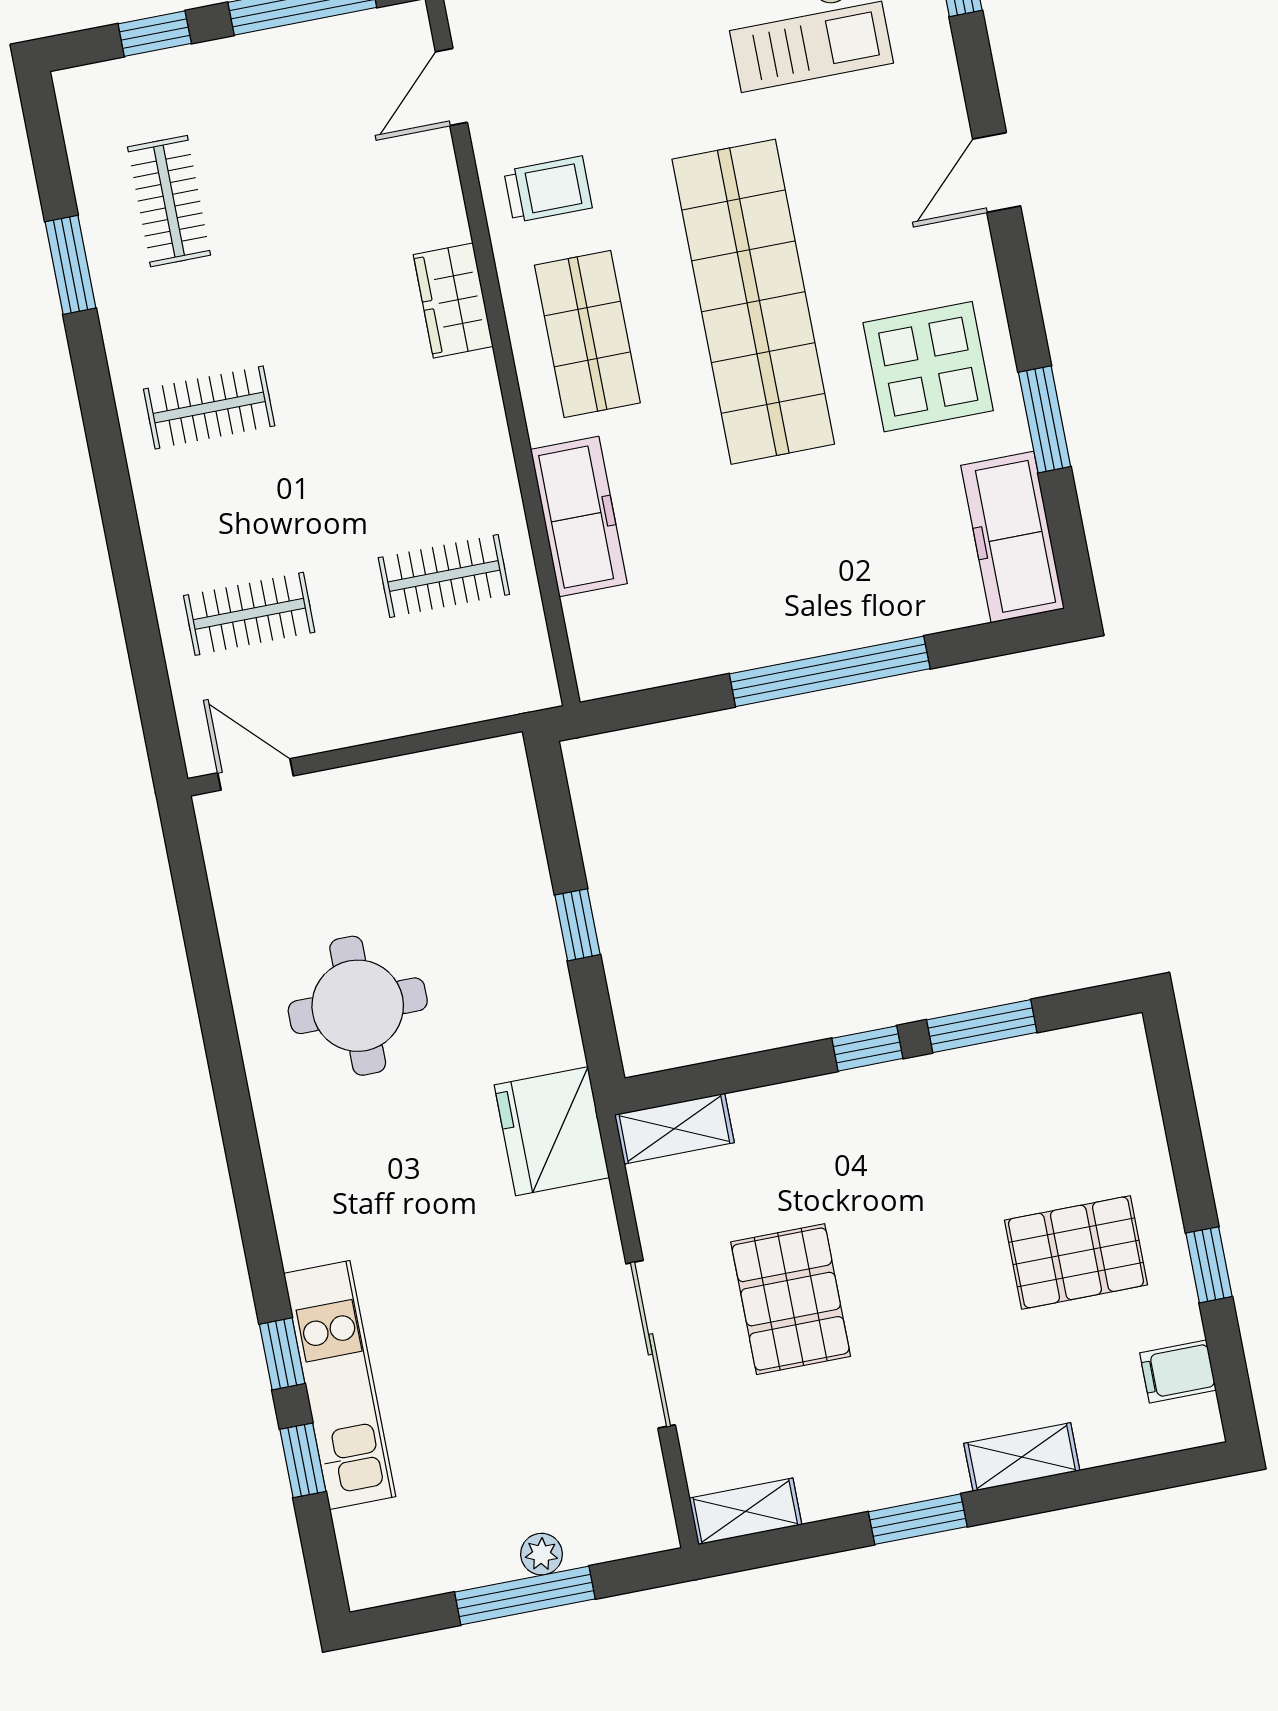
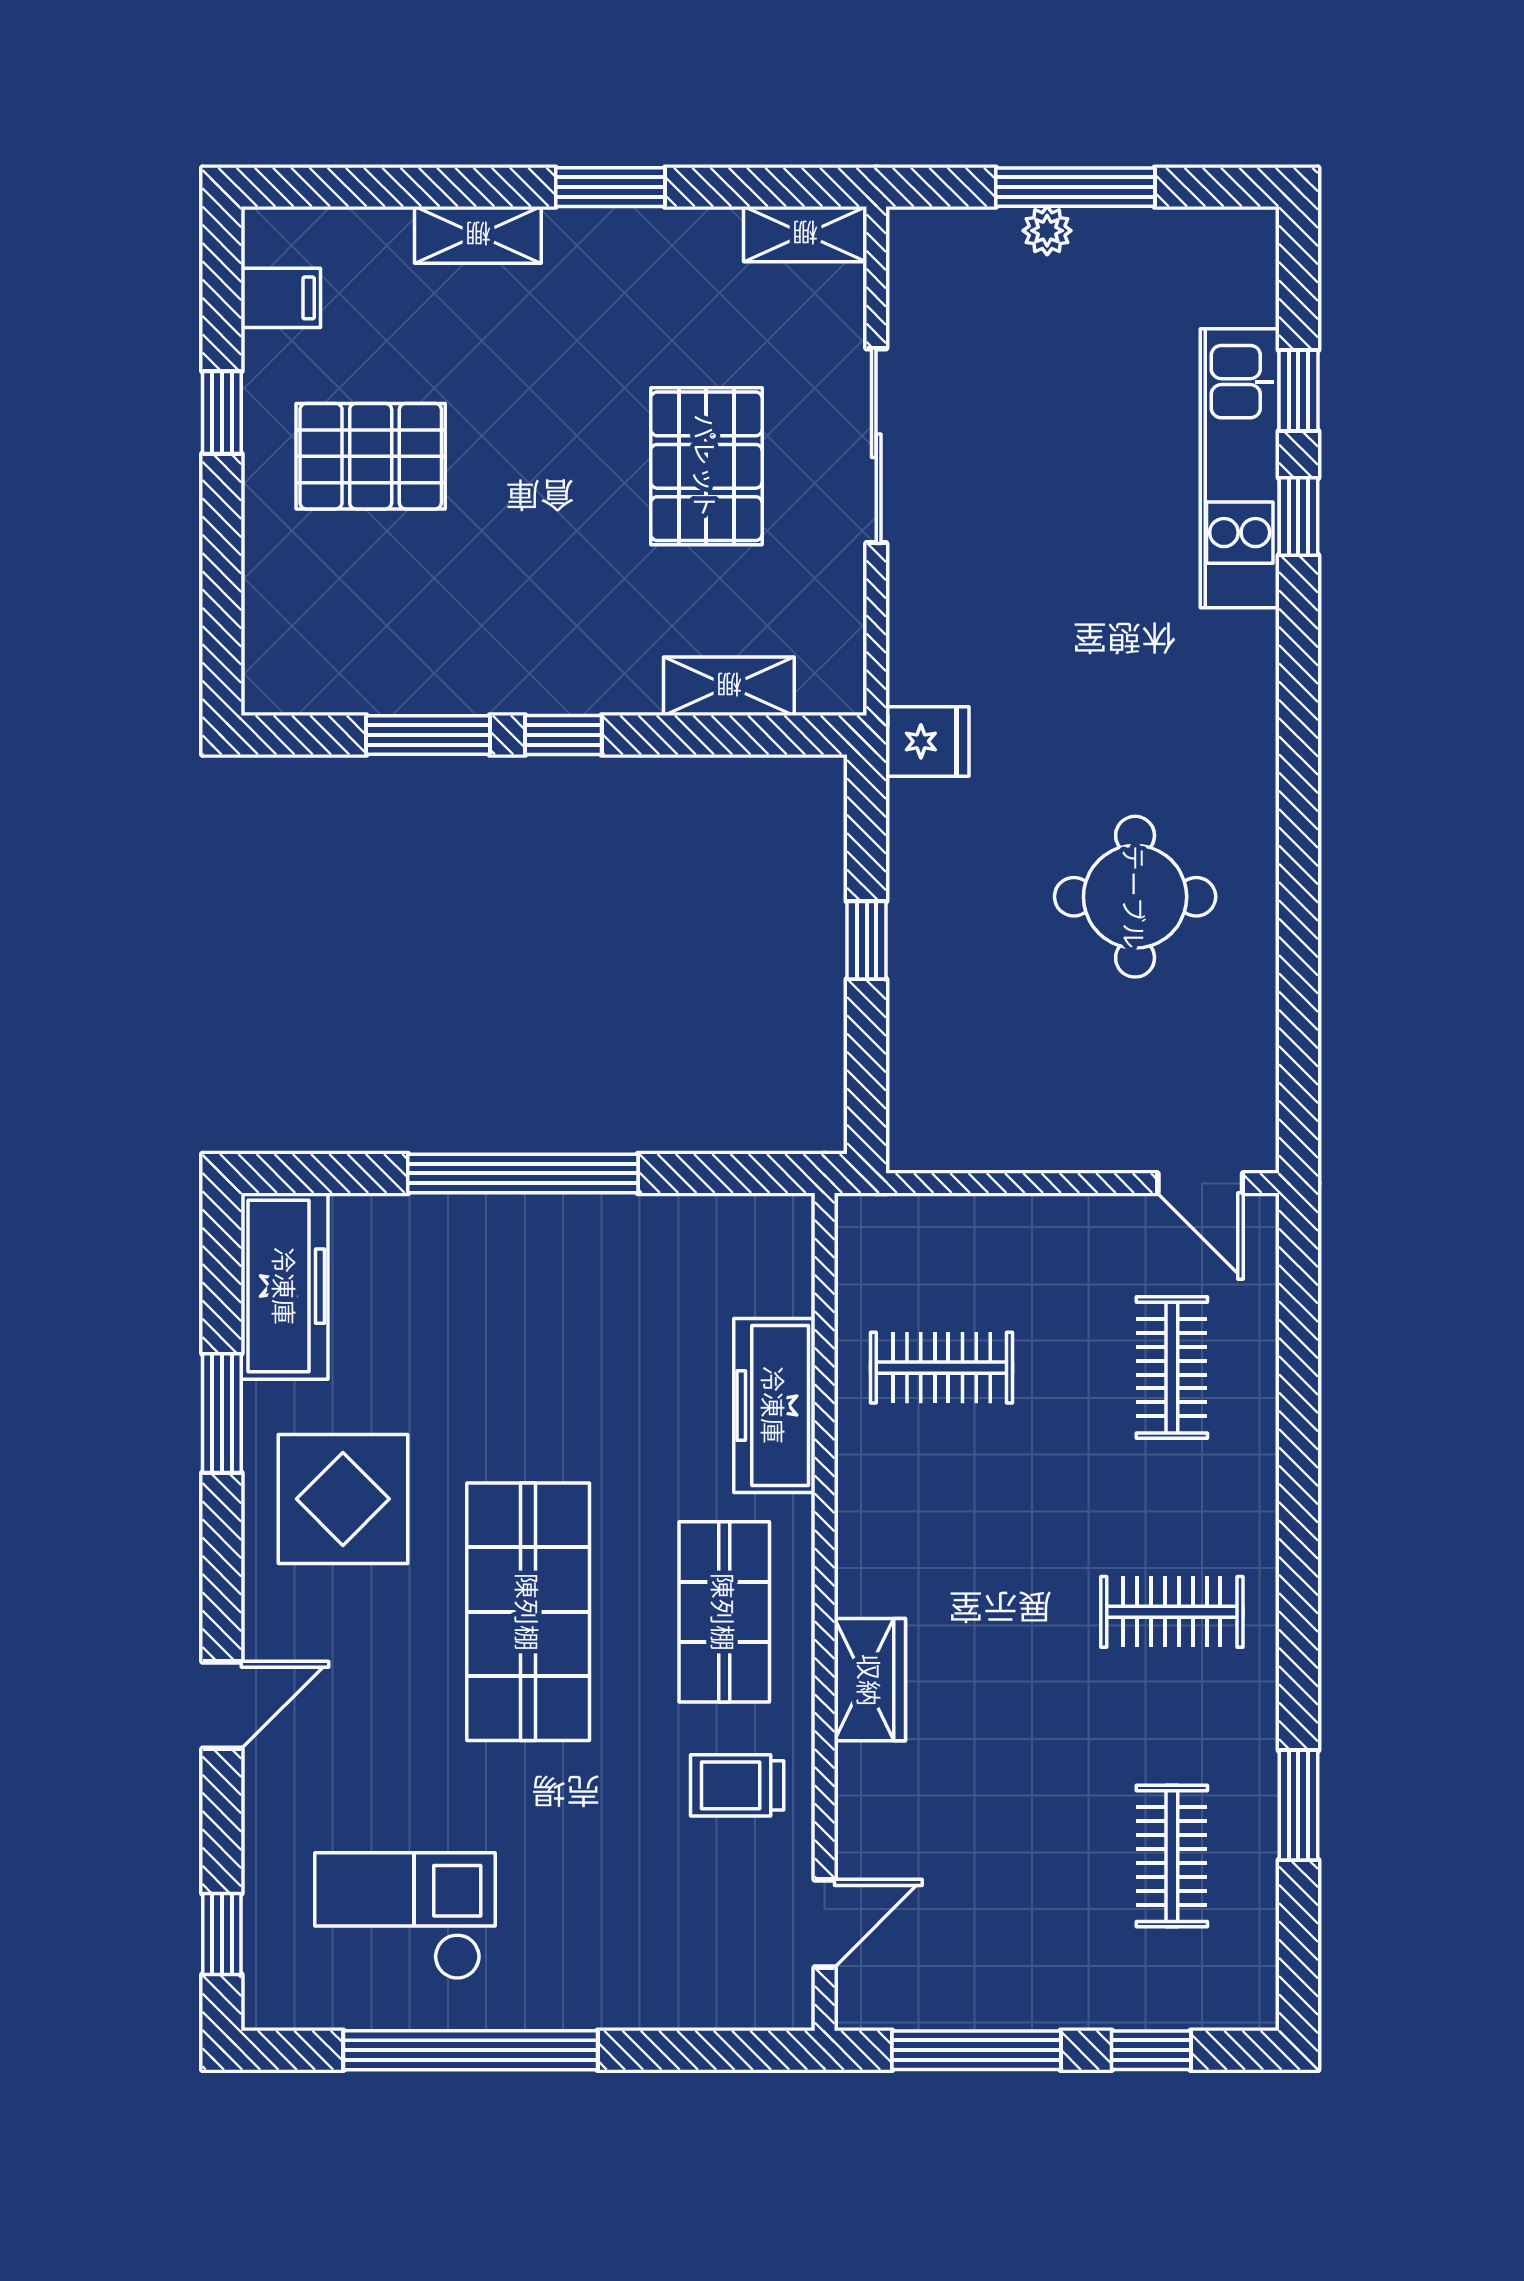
shop shelf: (753, 302) -> (528, 1612), width x0.71
clothes rail: (249, 614) -> (1172, 1368), turned 90
shelving: (674, 1129) -> (729, 686), moved
fridge: (552, 1131) -> (927, 741), width x0.53, depth x0.75

